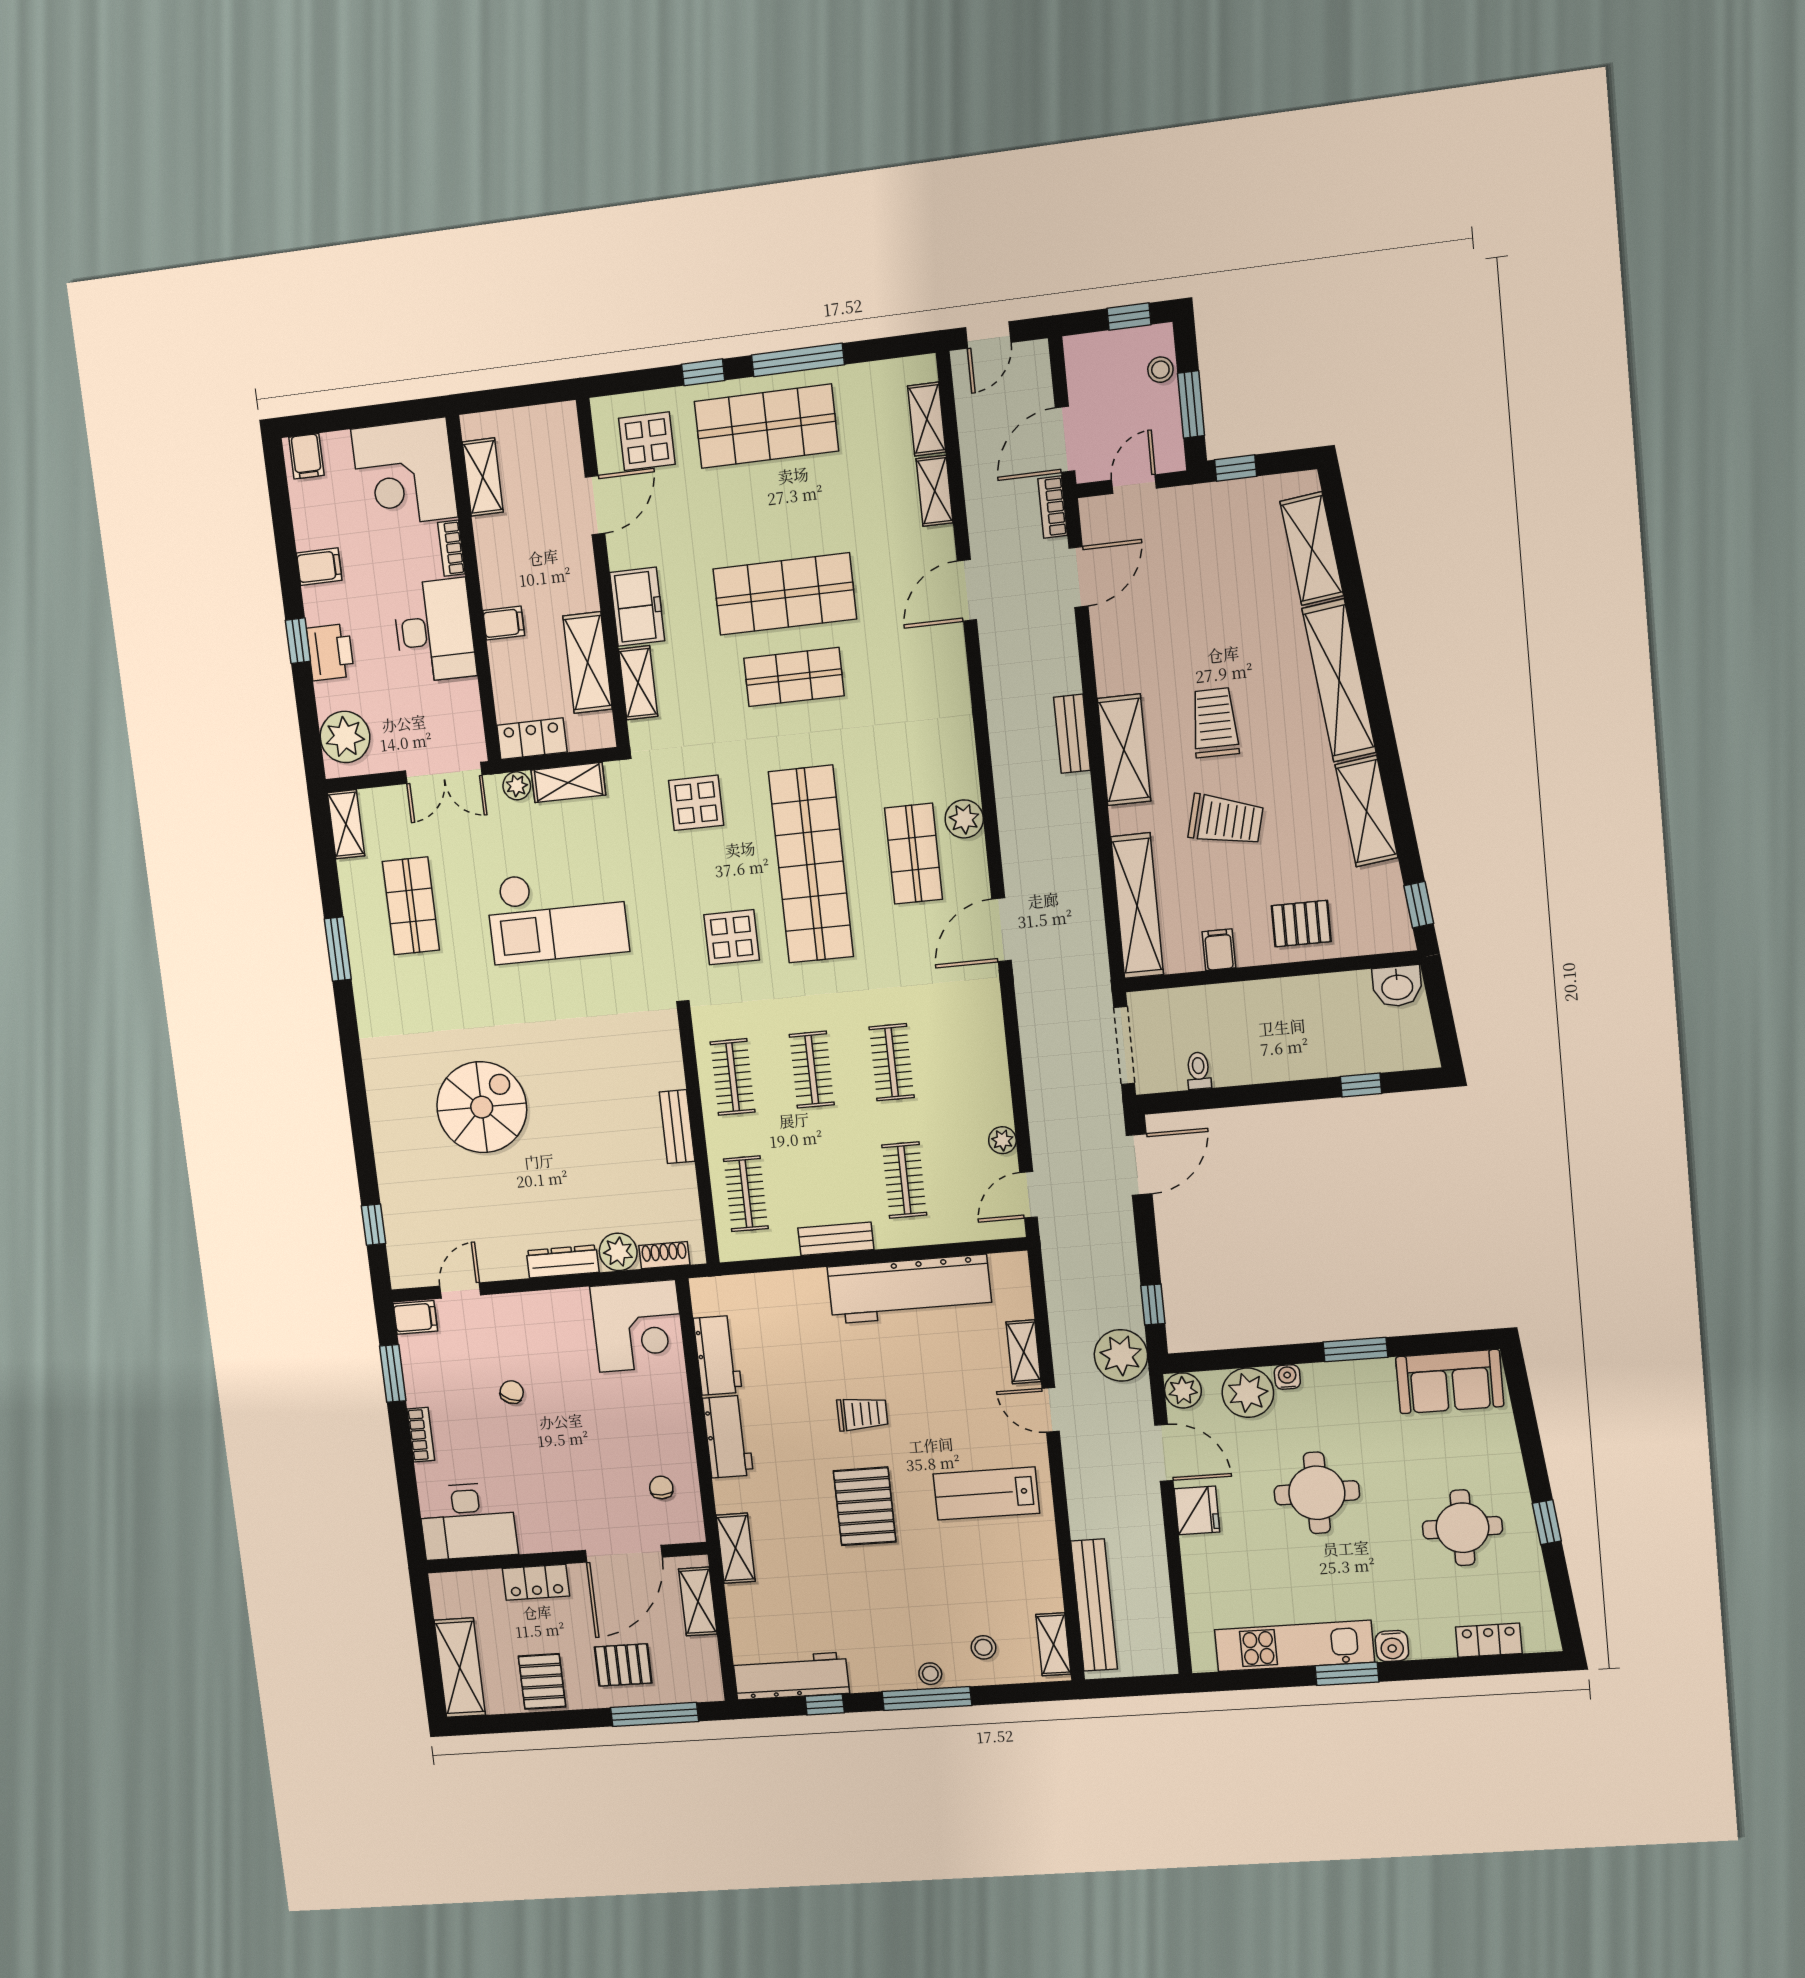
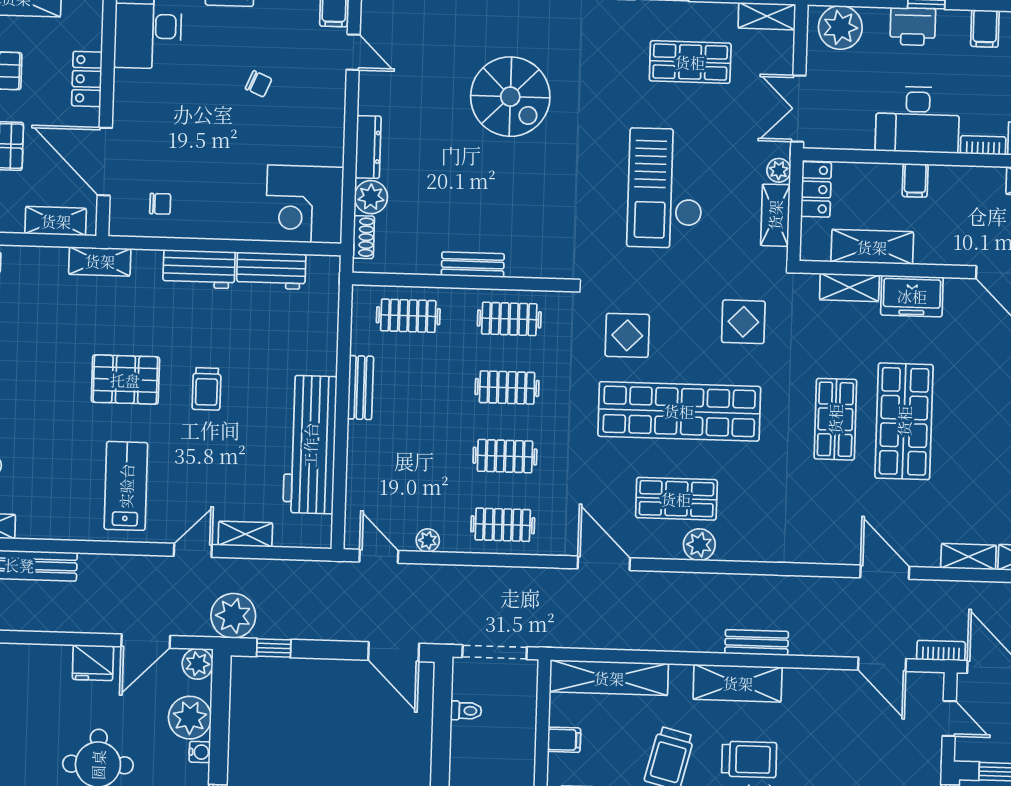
clothes rail: (904, 1180) -> (503, 525), moved

